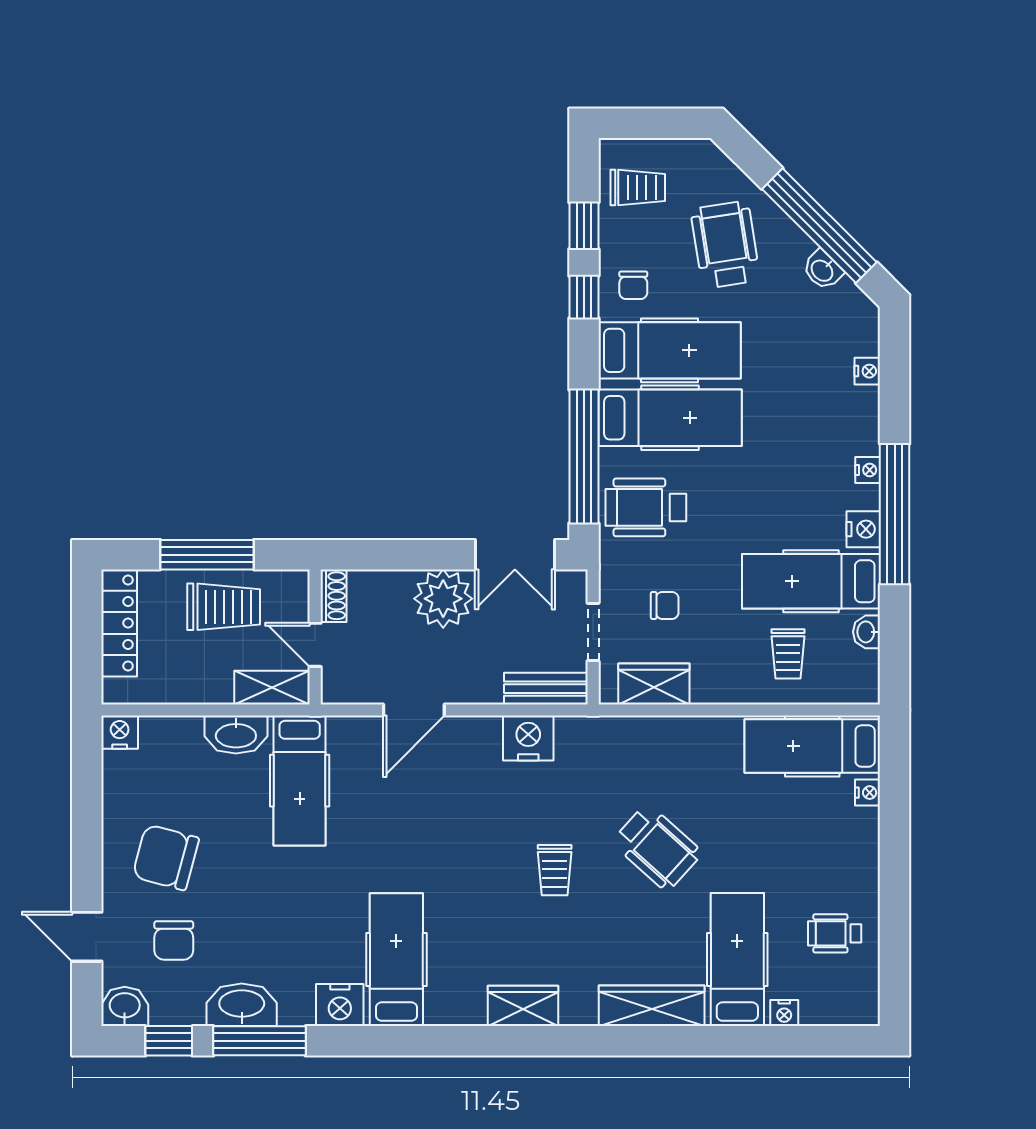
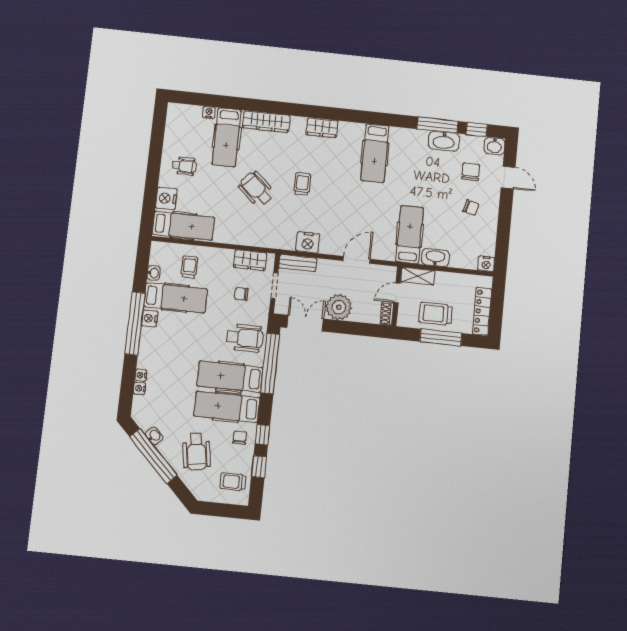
nightstand: (868, 470) -> (141, 375), moved
door: (315, 645) -> (397, 293), swing flipped
nightstand: (868, 793) -> (166, 198), width x1.89, depth x1.79
chair: (166, 857) -> (471, 208), width x0.54, depth x0.54
wheelchair: (835, 933) -> (184, 166), moved
nightstand: (340, 1005) -> (401, 137), removed

